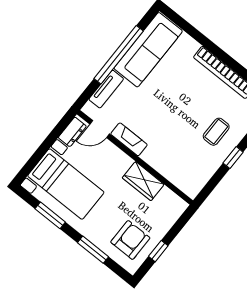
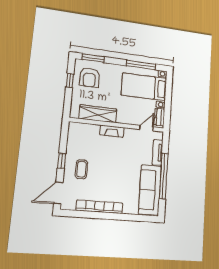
fireplace: (129, 139) -> (112, 131), moved
wardrobe: (143, 181) -> (98, 114), width x1.50
window: (50, 215) -> (141, 65), width x1.44
window: (93, 250) -> (93, 58), moved

